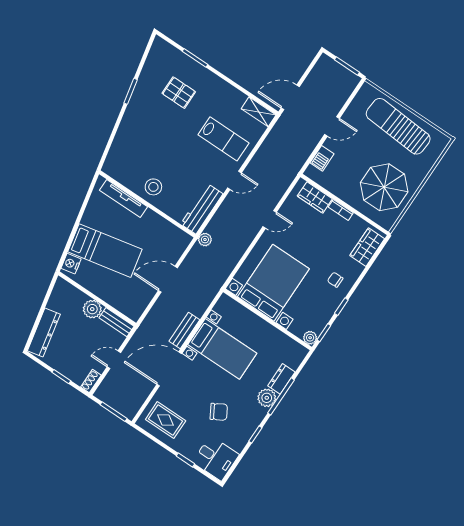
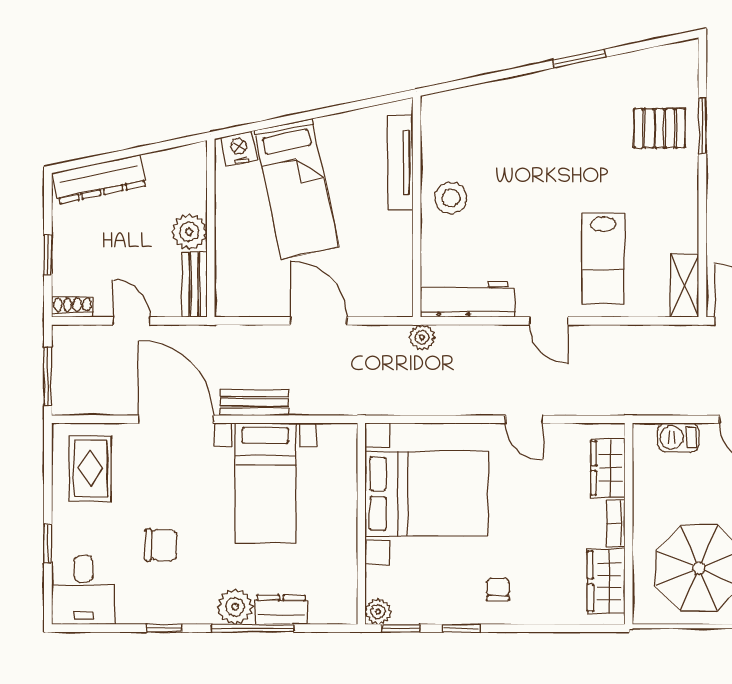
pallet: (179, 93) -> (660, 128), moved, turned 90
wardrobe: (367, 247) -> (606, 581), moved, turned -90
chair: (219, 412) -> (161, 545), turned -60

